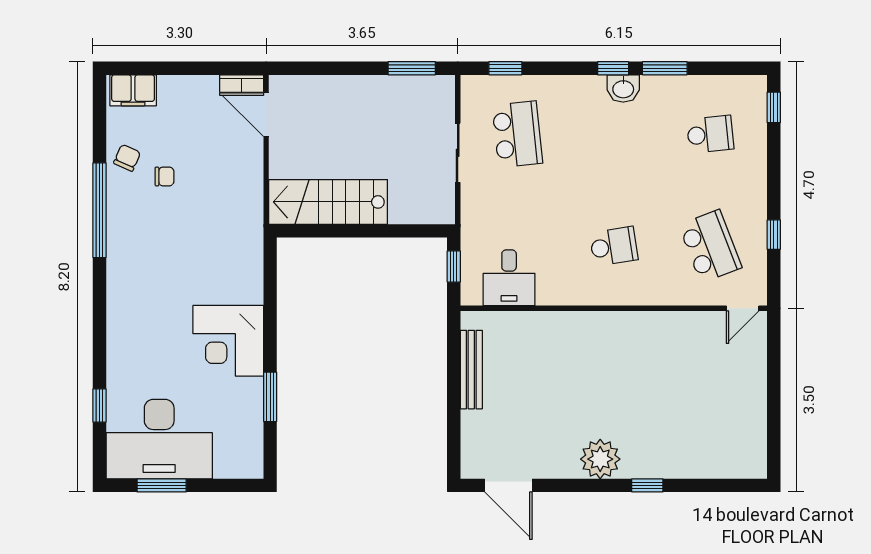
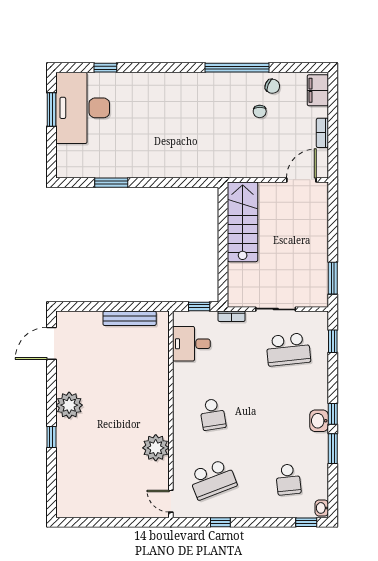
bookcase: (242, 84) -> (322, 133), moved
washbasin: (753, 85) -> (322, 508), added
bookcase: (468, 218) -> (231, 316), added
plant: (663, 331) -> (156, 448), added
corner desk: (228, 341) -> (149, 154), removed

